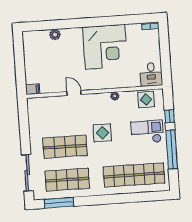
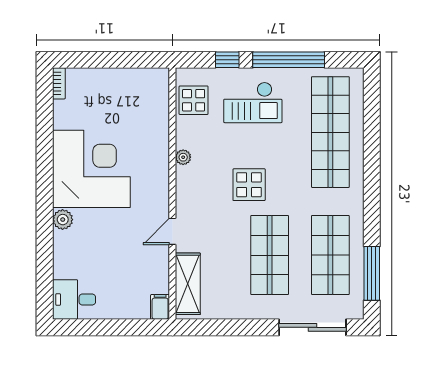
plant: (55, 35) -> (63, 220), moved
desk: (151, 74) -> (74, 300), moved, turned 180
shelving: (46, 103) -> (188, 284), added
checkout: (147, 132) -> (253, 102), turned -90

